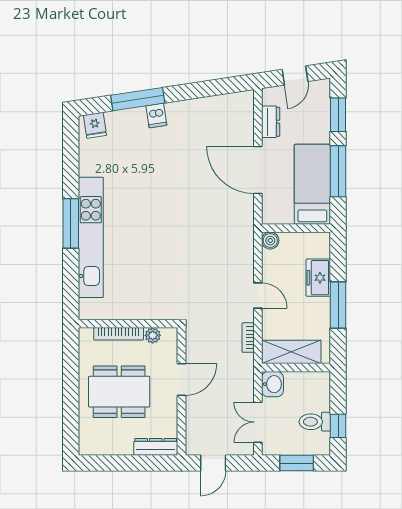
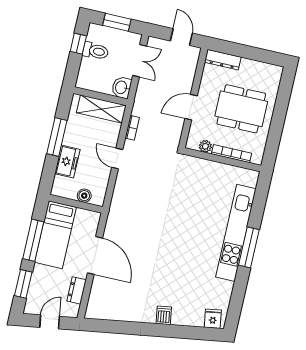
window: (138, 99) -> (175, 331), removed
boiler: (270, 241) -> (84, 196), moved
door: (213, 463) -> (181, 37), hinge flipped

